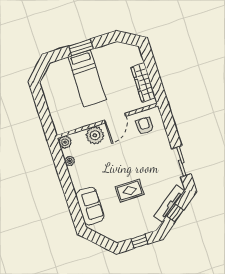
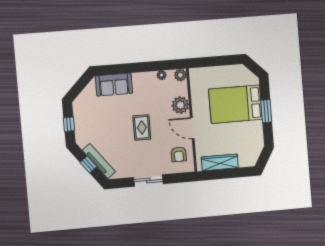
bed: (87, 78) -> (235, 104), width x1.50
armchair: (145, 126) -> (179, 154), turned 90
sliding door: (181, 161) -> (148, 181), moved
rug: (130, 191) -> (142, 127), moved

